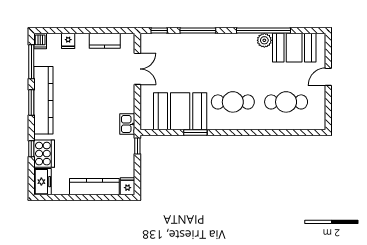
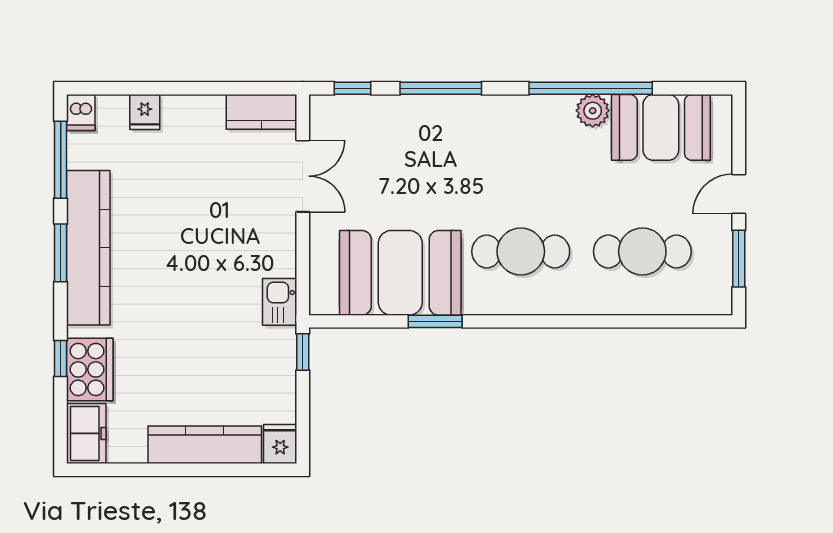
kitchen counter: (105, 41) -> (262, 112), moved
window: (328, 105) -> (739, 259), added

